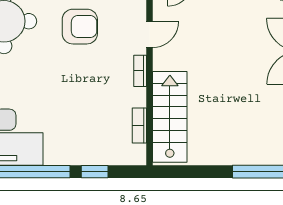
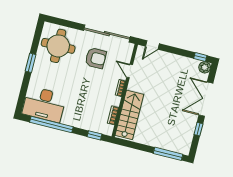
door: (150, 35) -> (130, 71), swing flipped
window: (95, 172) -> (94, 135), moved

